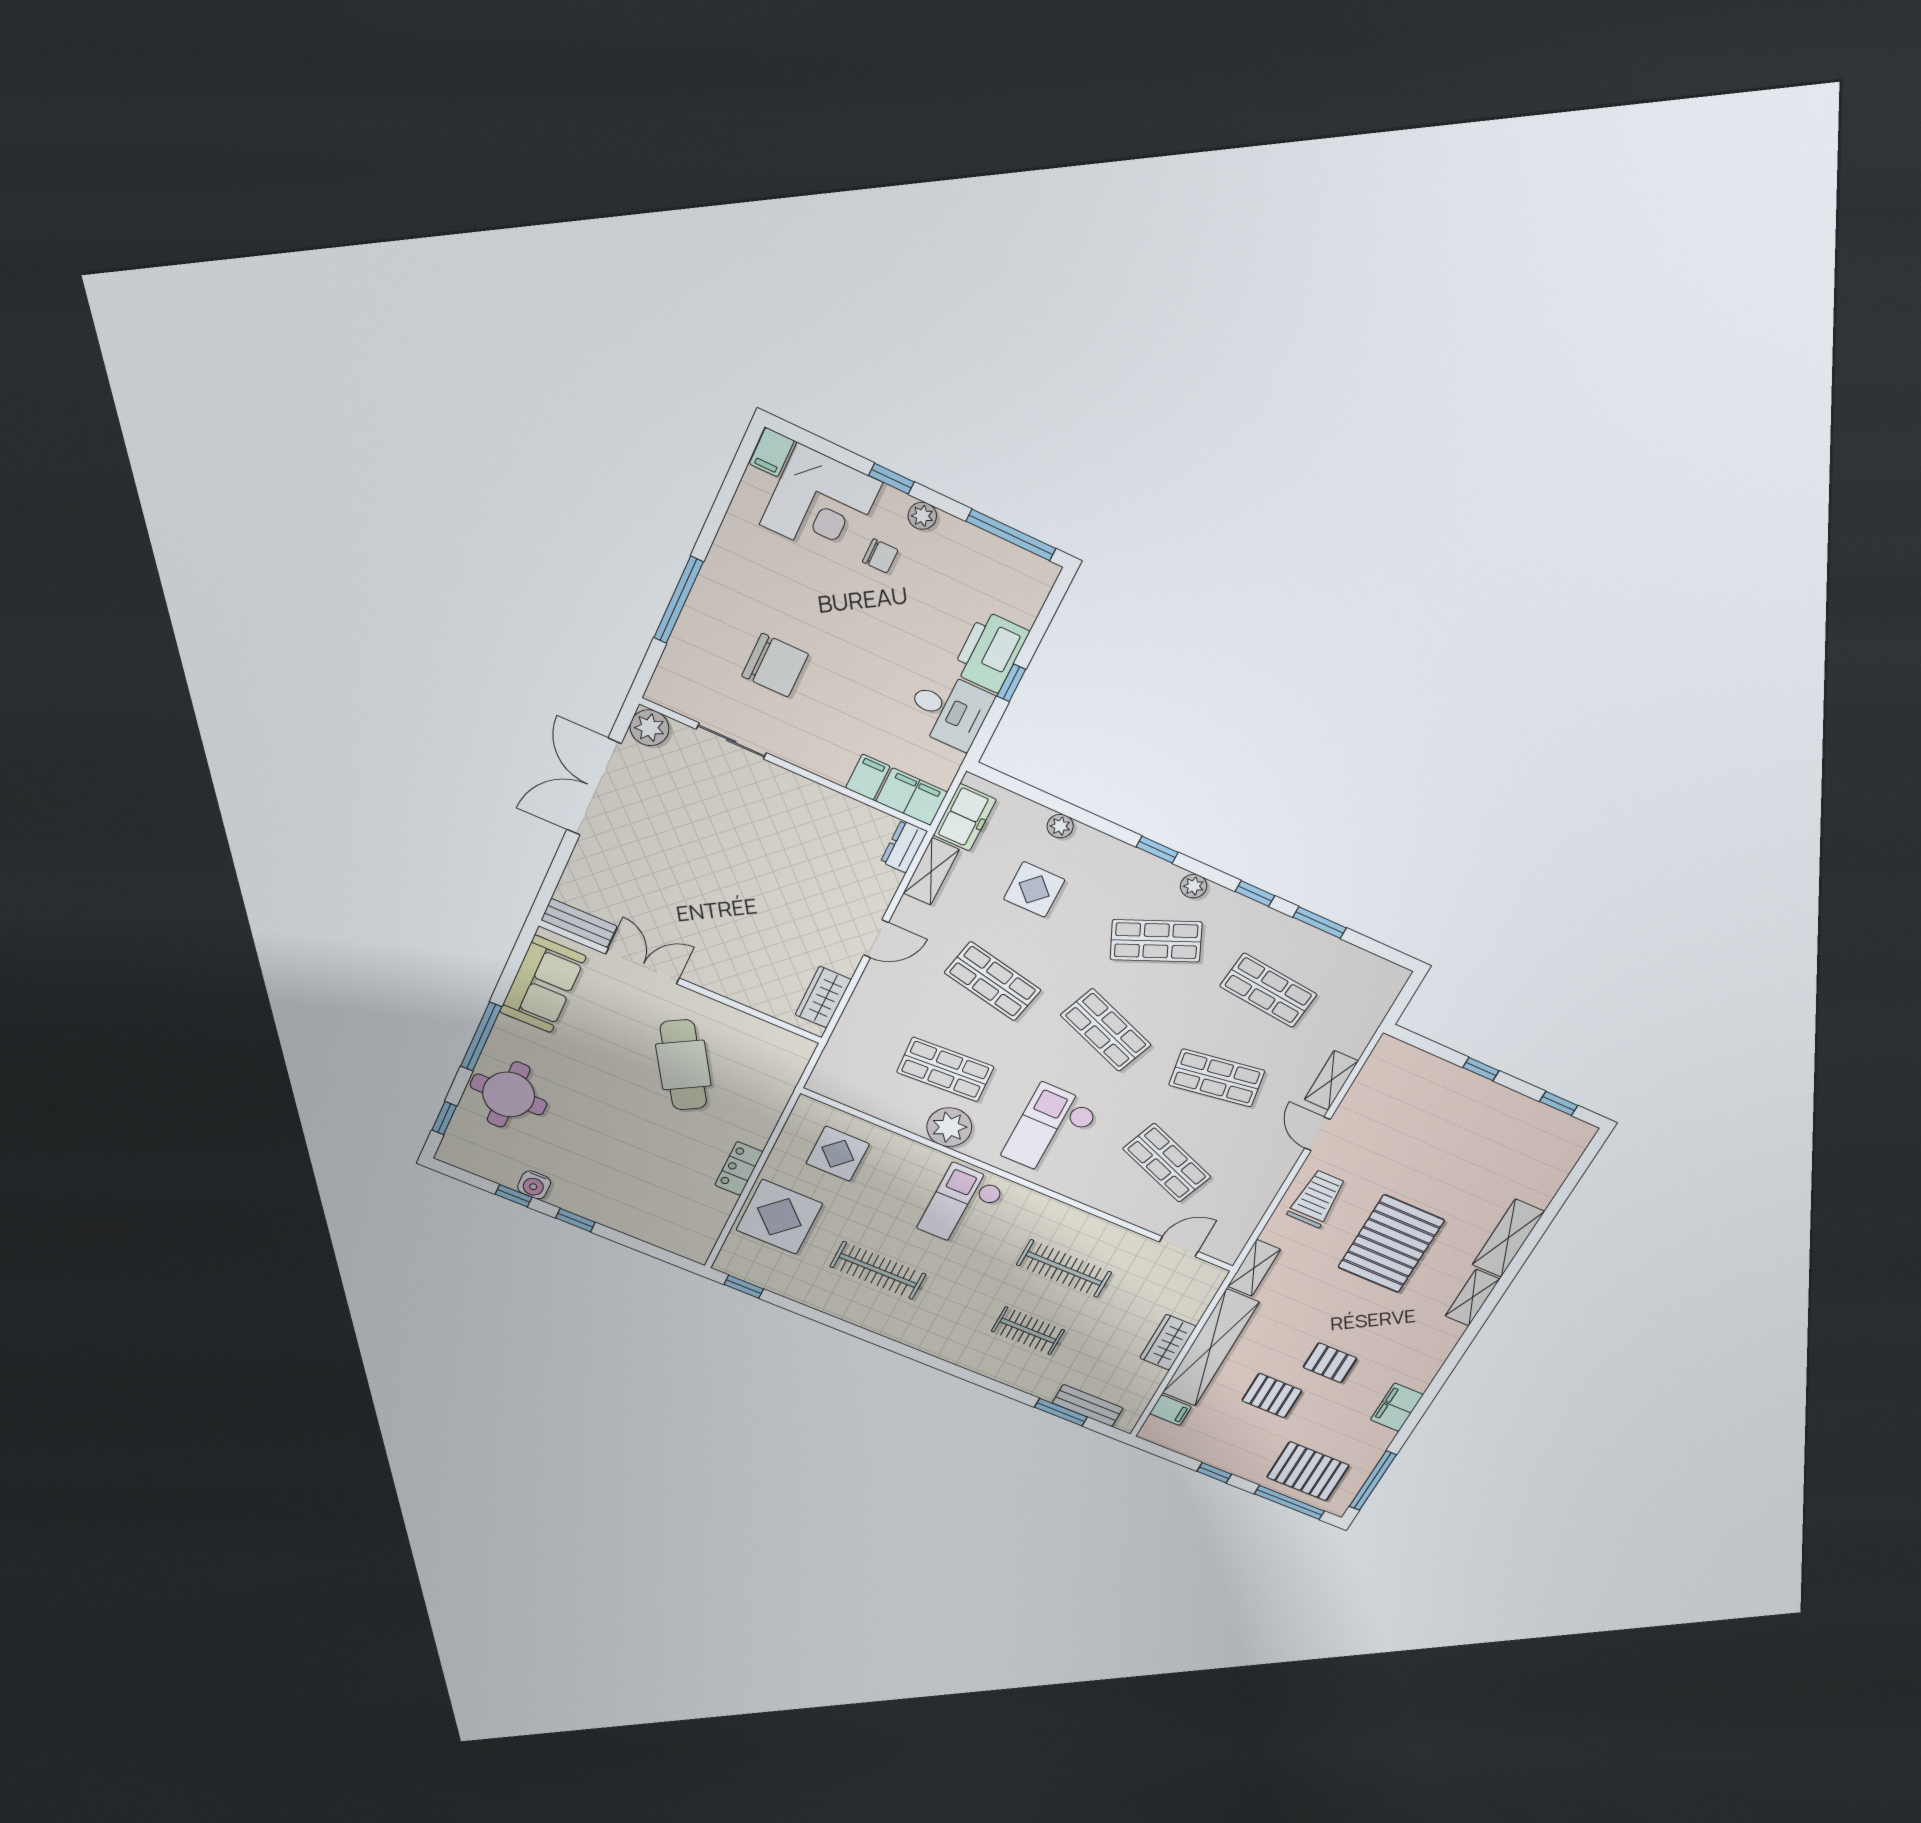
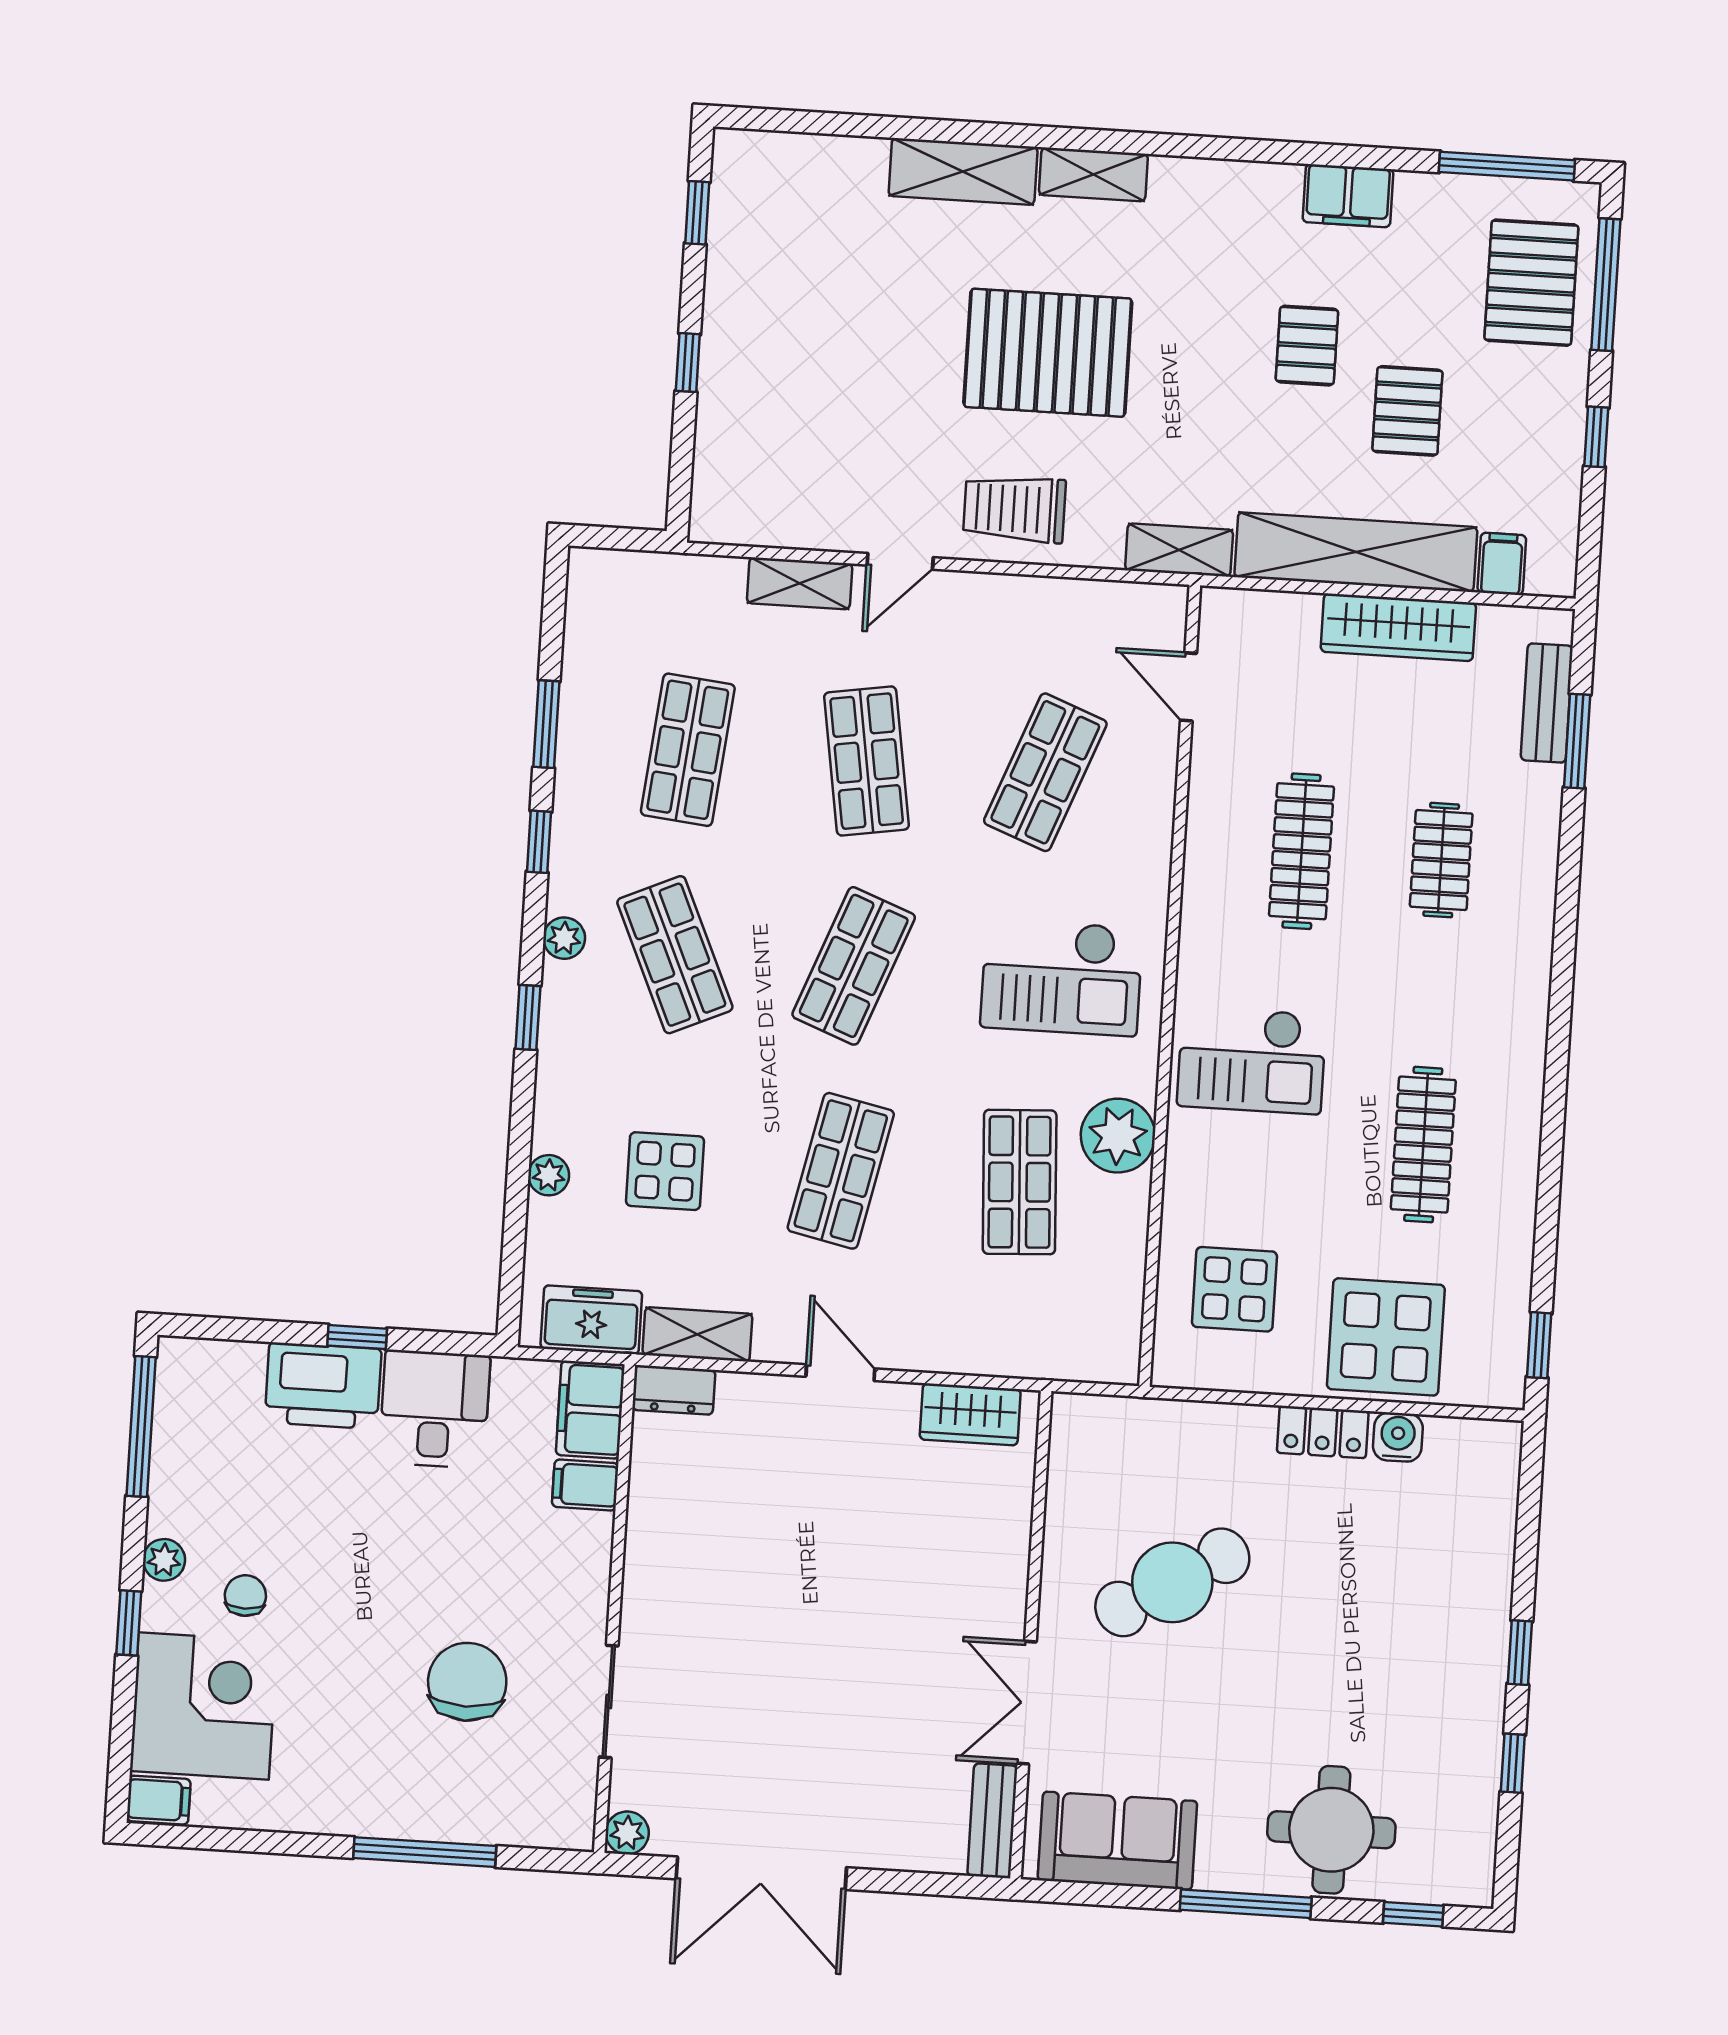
plant: (649, 728) -> (627, 1833), width x0.73, depth x0.73
water cooler: (534, 1185) -> (1398, 1437), moved, turned -90
wardrobe: (1168, 1342) -> (1398, 627), width x1.50

